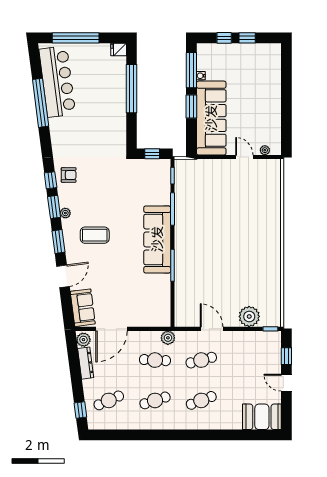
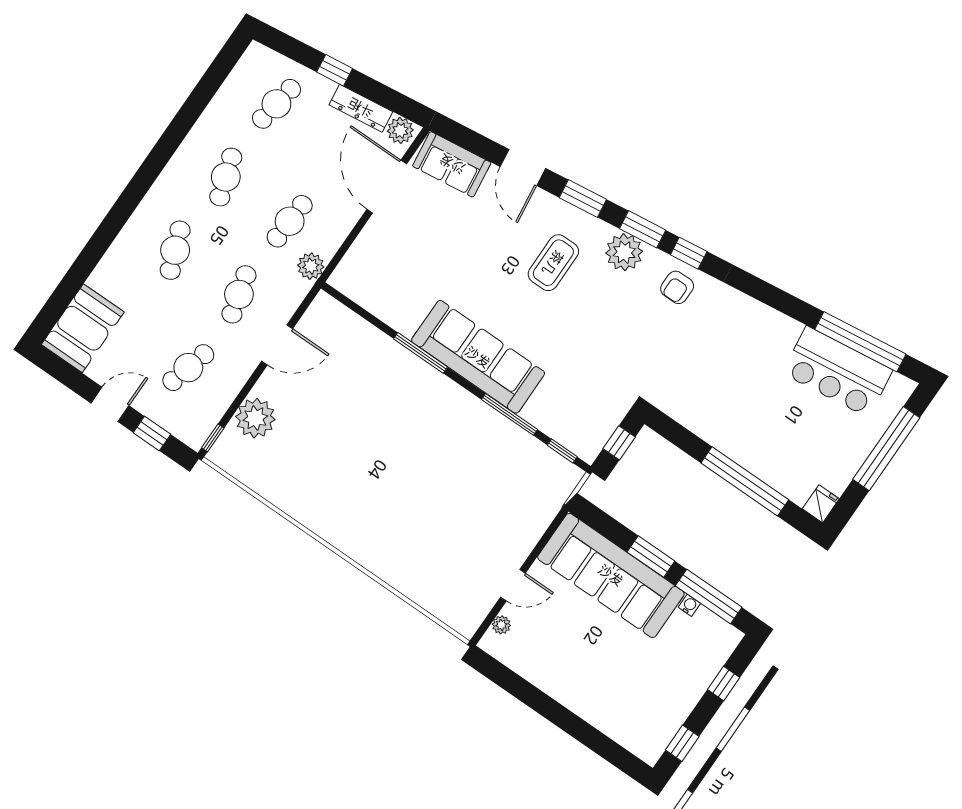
window: (247, 38) -> (682, 743), moved
bar counter: (57, 82) -> (837, 372), width x0.73
window: (41, 103) -> (860, 342), moved
plant: (65, 213) -> (624, 252), width x1.88, depth x1.88
cafe table: (248, 360) -> (188, 368), added
cafe table: (109, 400) -> (276, 104), turned 33
window: (80, 410) -> (335, 70), moved

